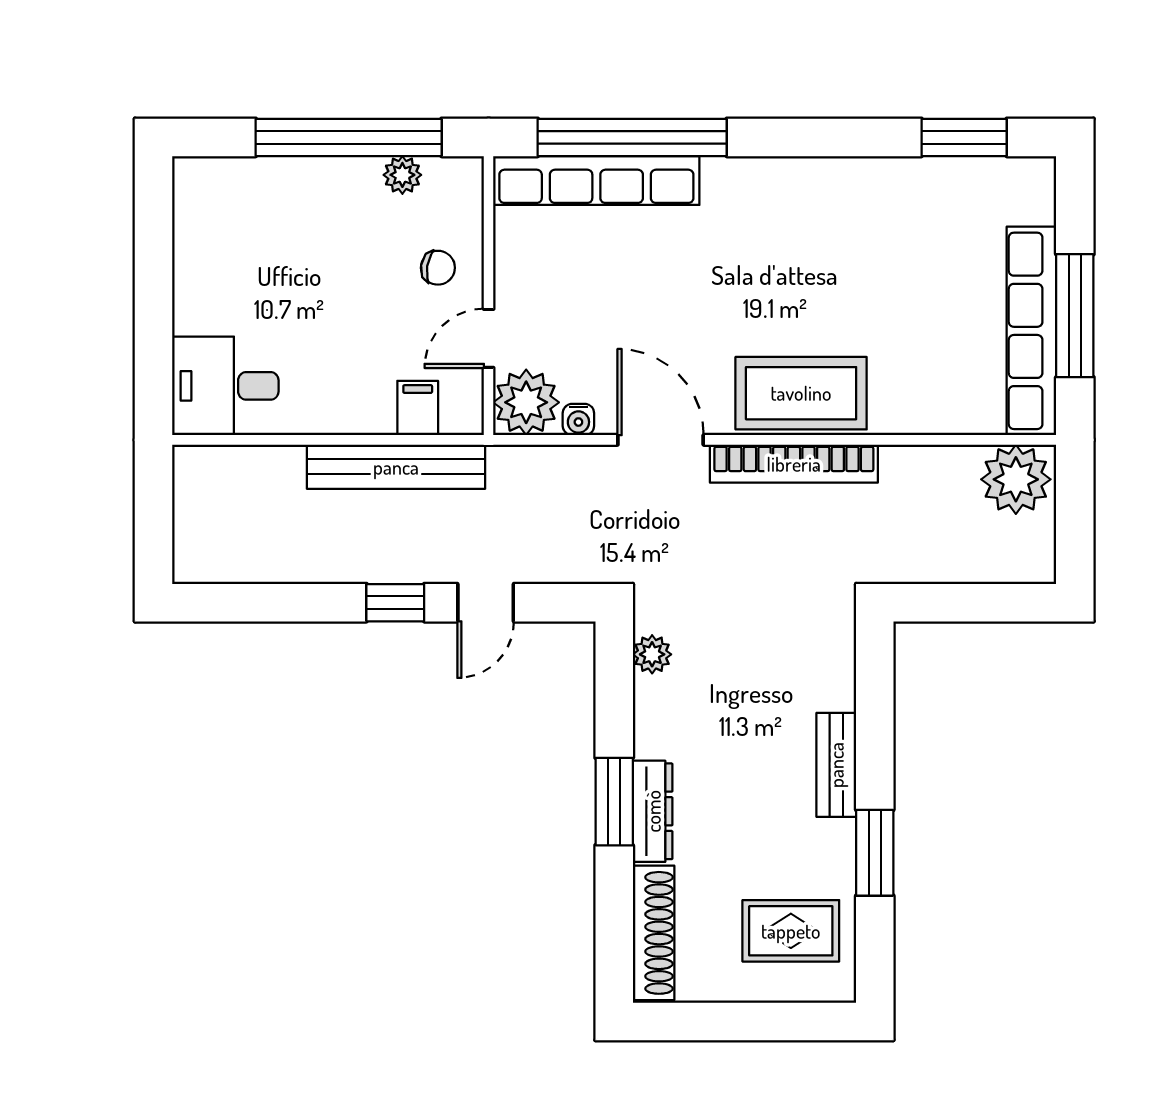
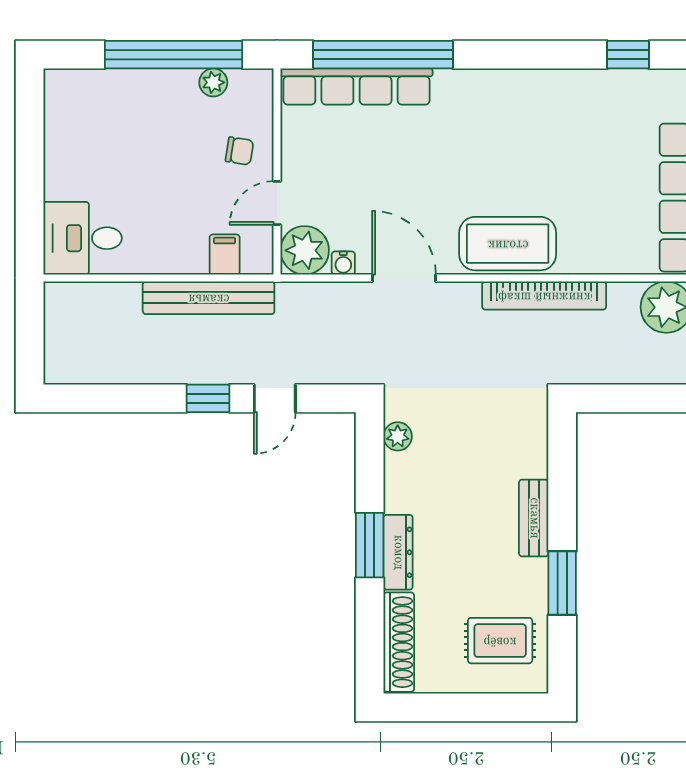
window: (964, 137) -> (628, 55), width x0.67
bookcase: (794, 464) -> (544, 296), moved

